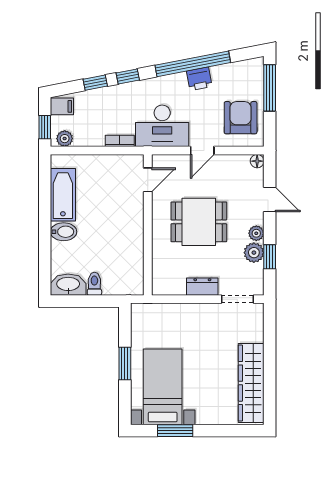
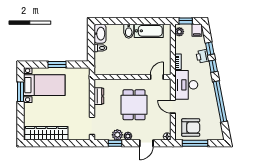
printer: (199, 79) -> (202, 56), moved
window: (270, 88) -> (195, 143), moved
door: (148, 180) -> (157, 77), swing flipped
dresser: (202, 287) -> (99, 96), moved

